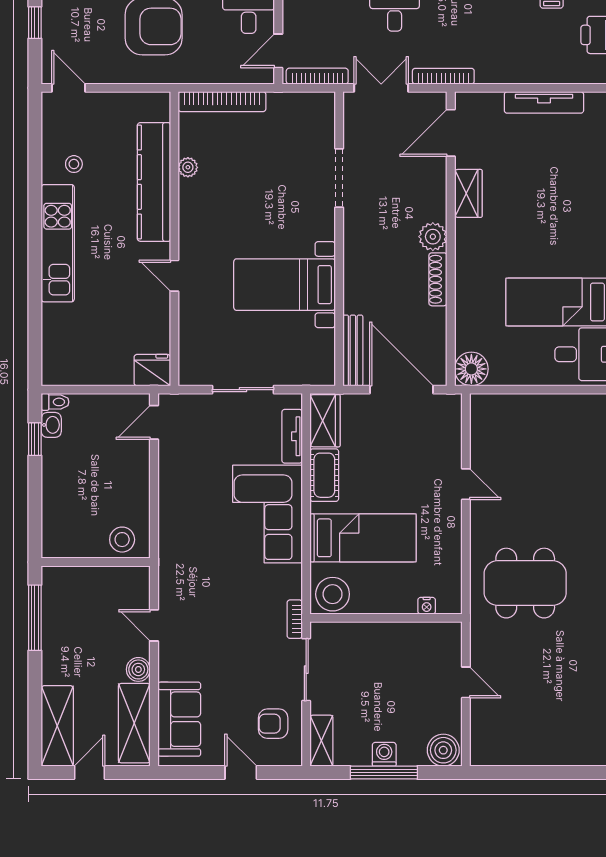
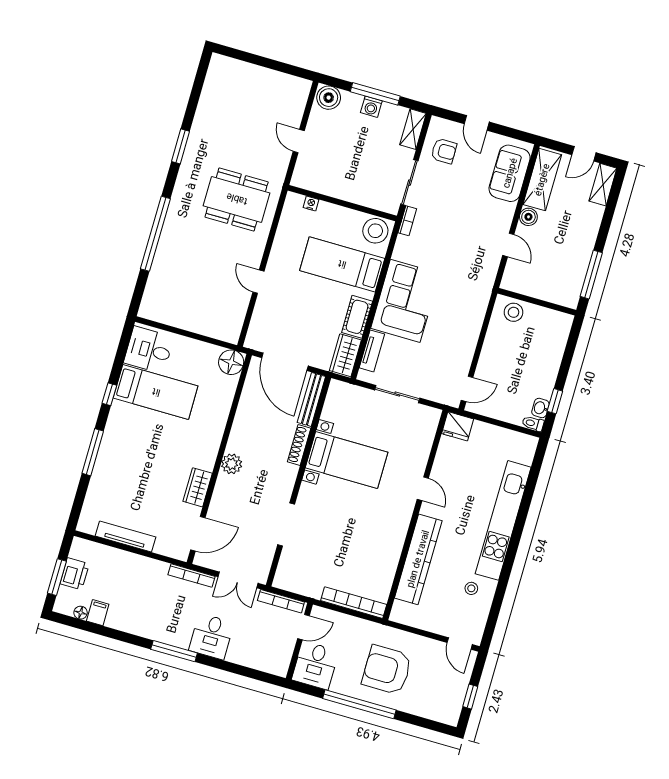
plant: (188, 167) -> (391, 563), removed
kitchen unit: (58, 243) -> (503, 520), width x1.36
shoe rack: (438, 279) -> (299, 445), moved, turned 180
shelving: (57, 726) -> (603, 185), width x0.67, depth x0.75

